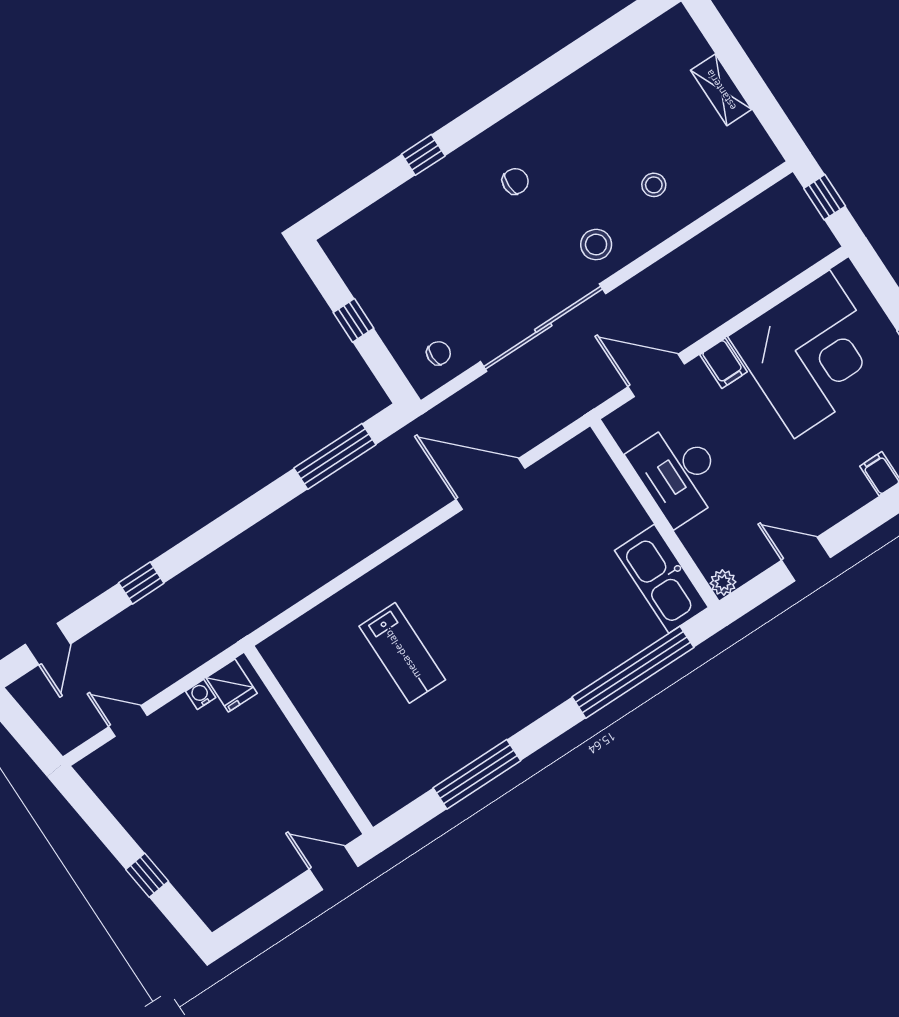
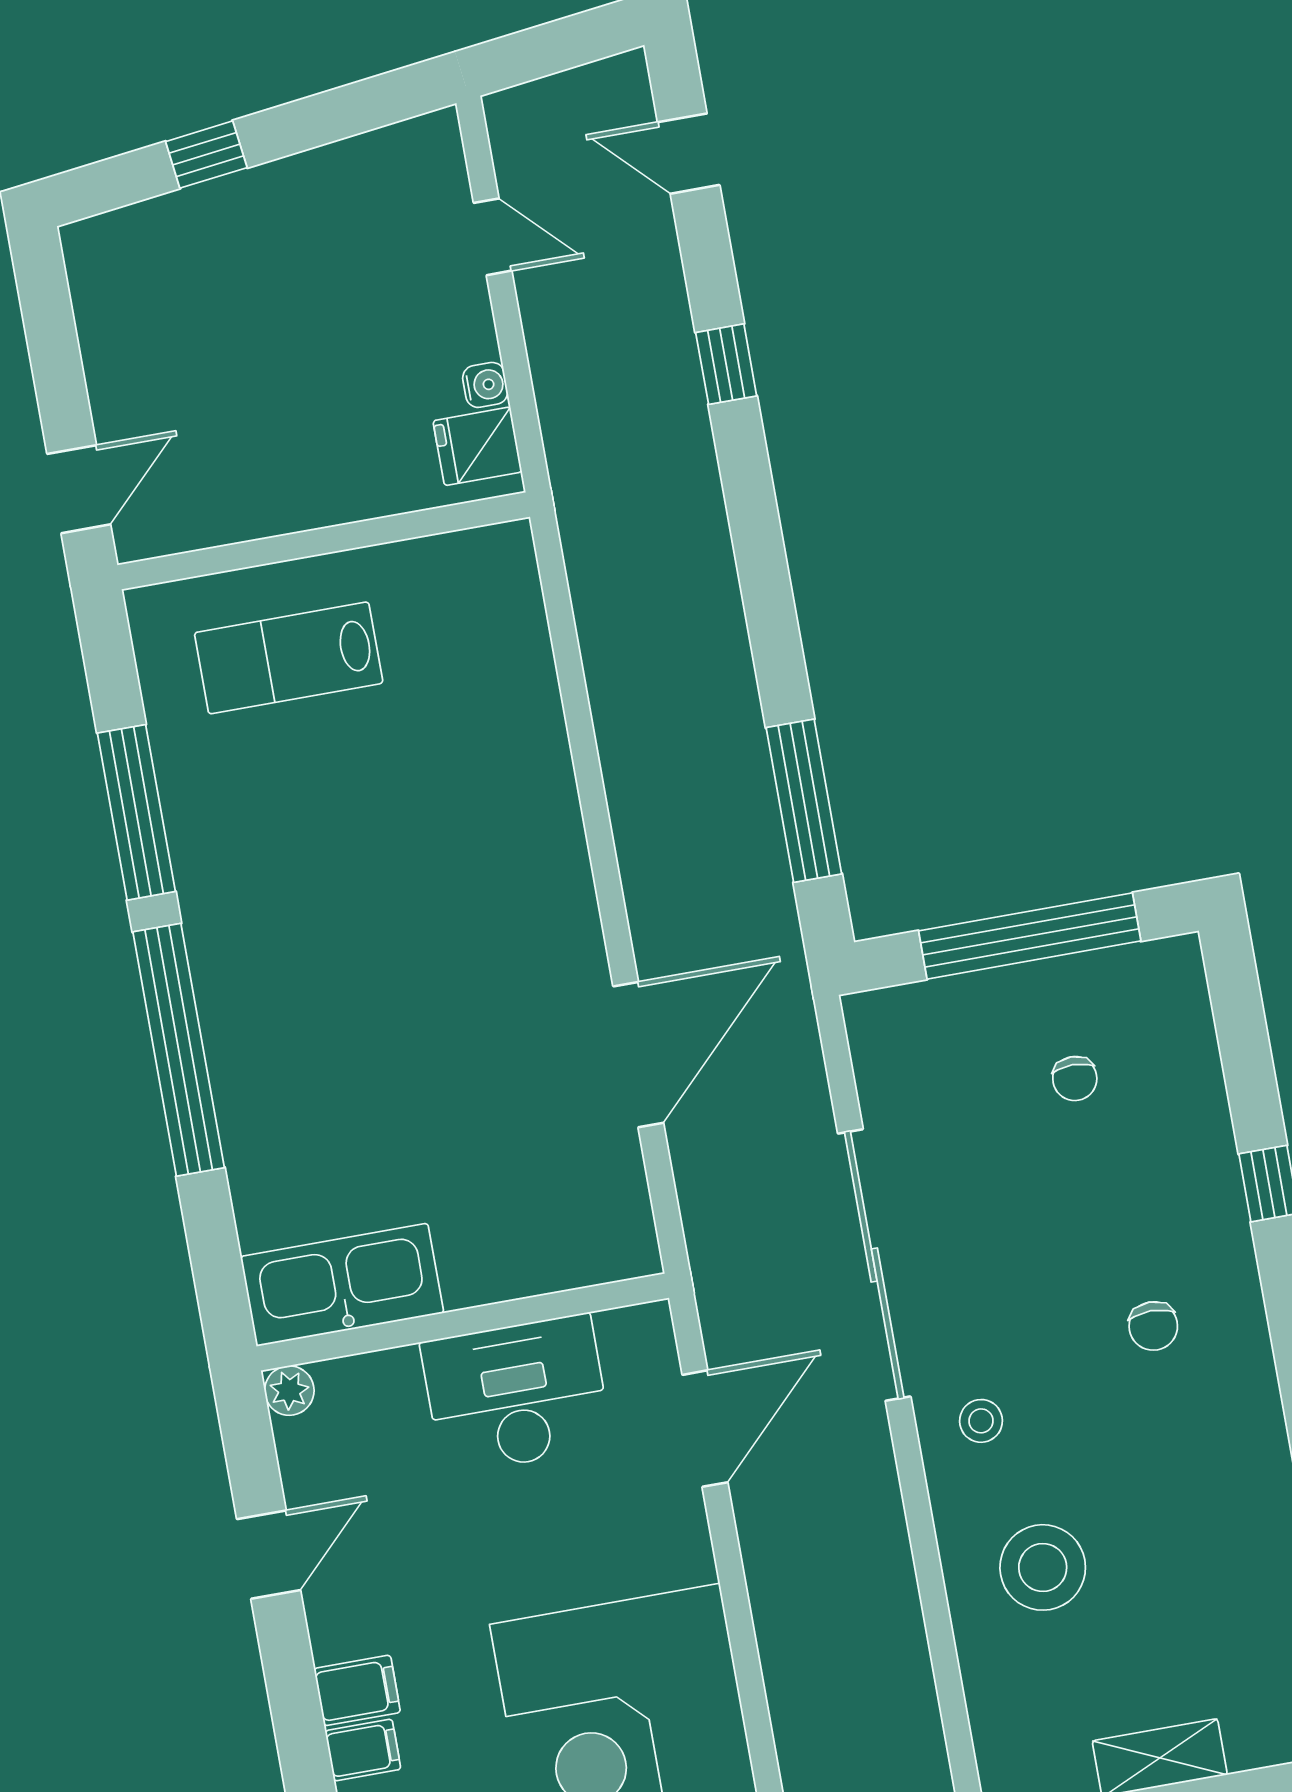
stool: (654, 185) -> (1043, 1567), width x1.89, depth x1.89
stool: (596, 245) -> (981, 1421), width x0.73, depth x0.73
window: (353, 320) -> (1030, 936), width x3.17
chair: (439, 353) -> (1075, 1078), moved
filing cabinet: (724, 363) -> (357, 1690), moved, turned 180
lab bench: (402, 653) -> (289, 658), moved
window: (633, 672) -> (179, 1050), moved
door: (128, 721) -> (493, 237), hinge flipped

